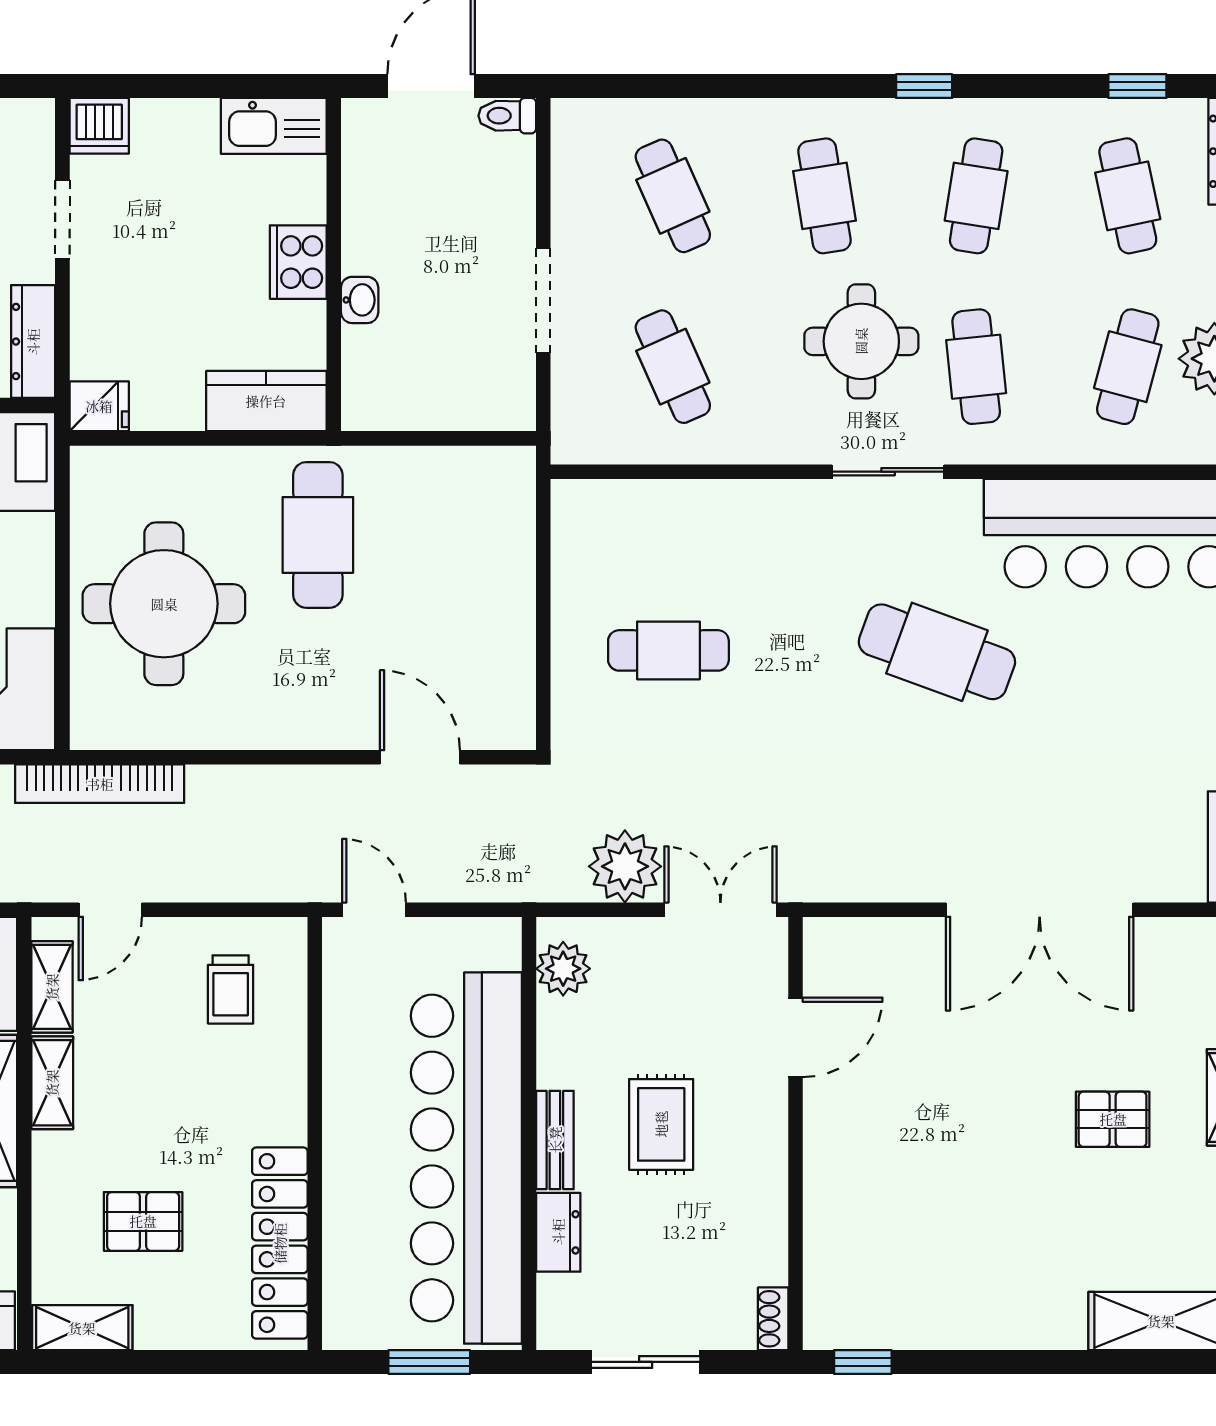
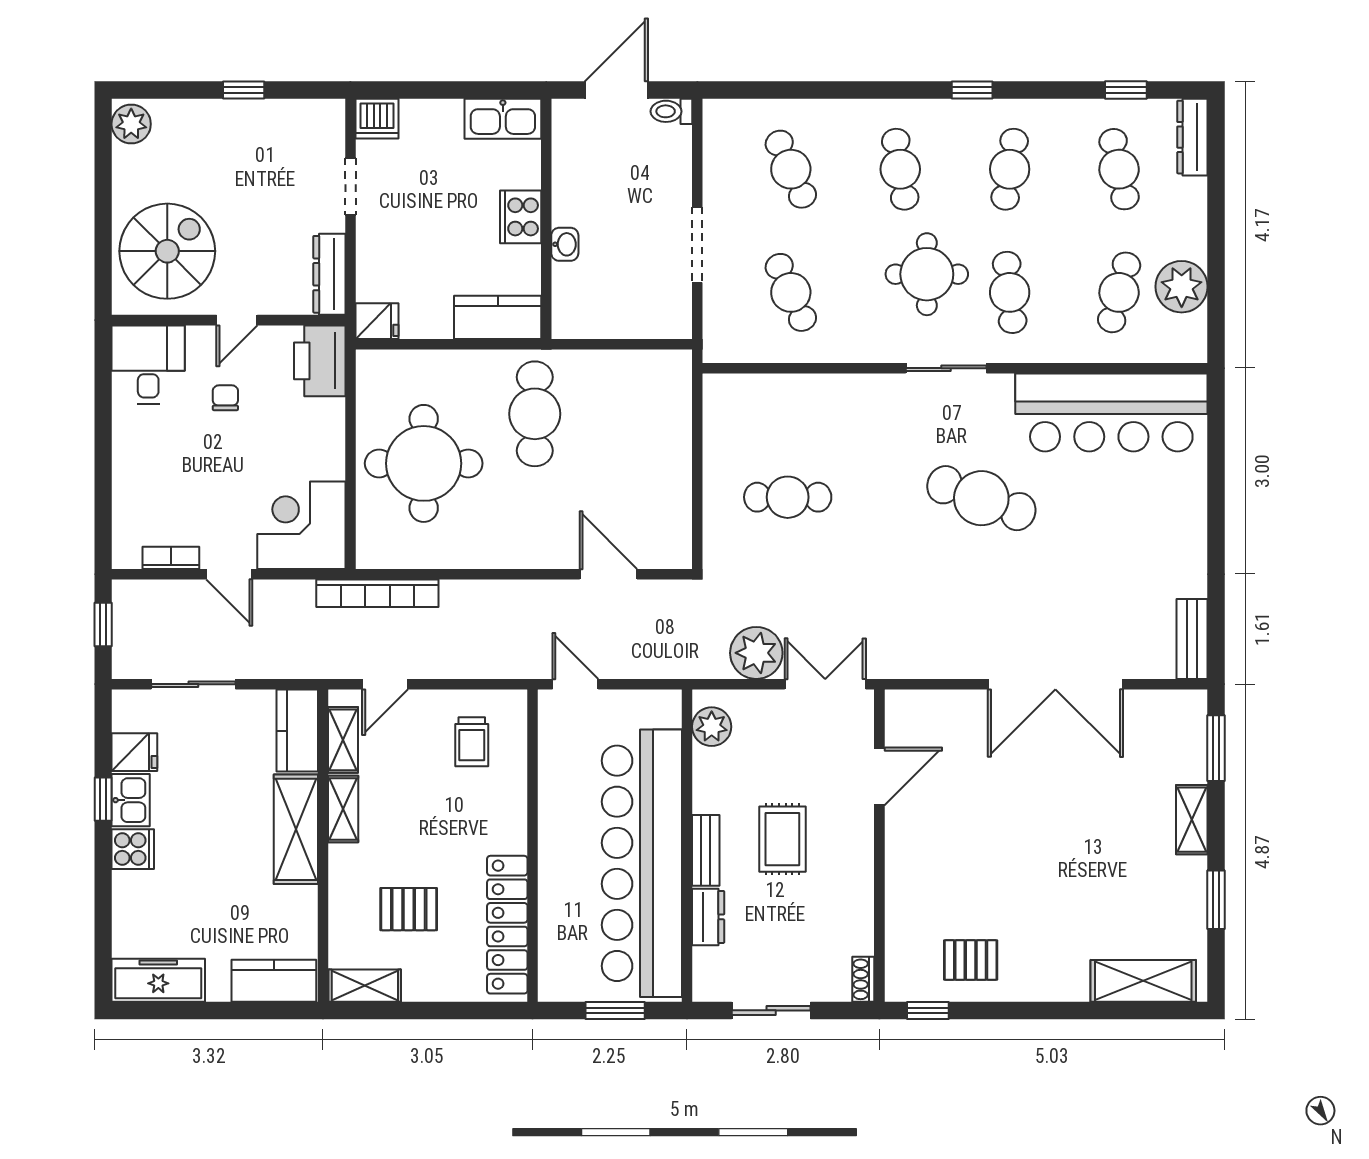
pallet: (1113, 1119) -> (971, 960), moved

